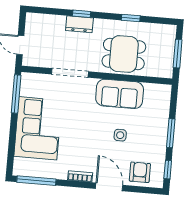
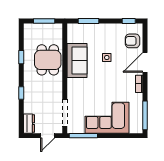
dresser: (79, 24) -> (29, 124), moved
doorway: (70, 73) -> (65, 113), moved
window: (171, 133) -> (88, 21), moved

